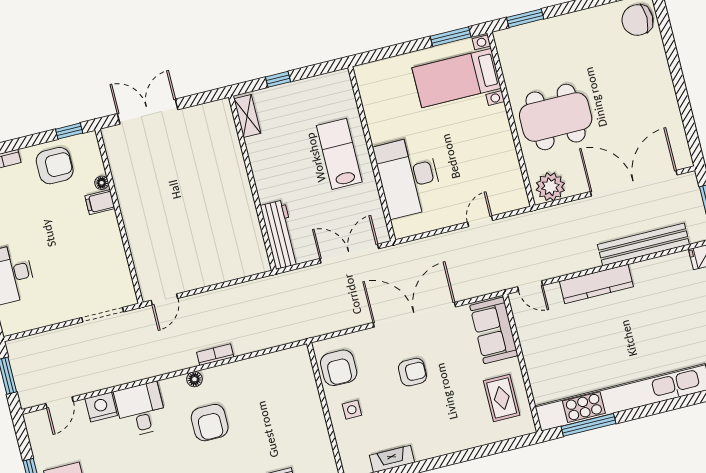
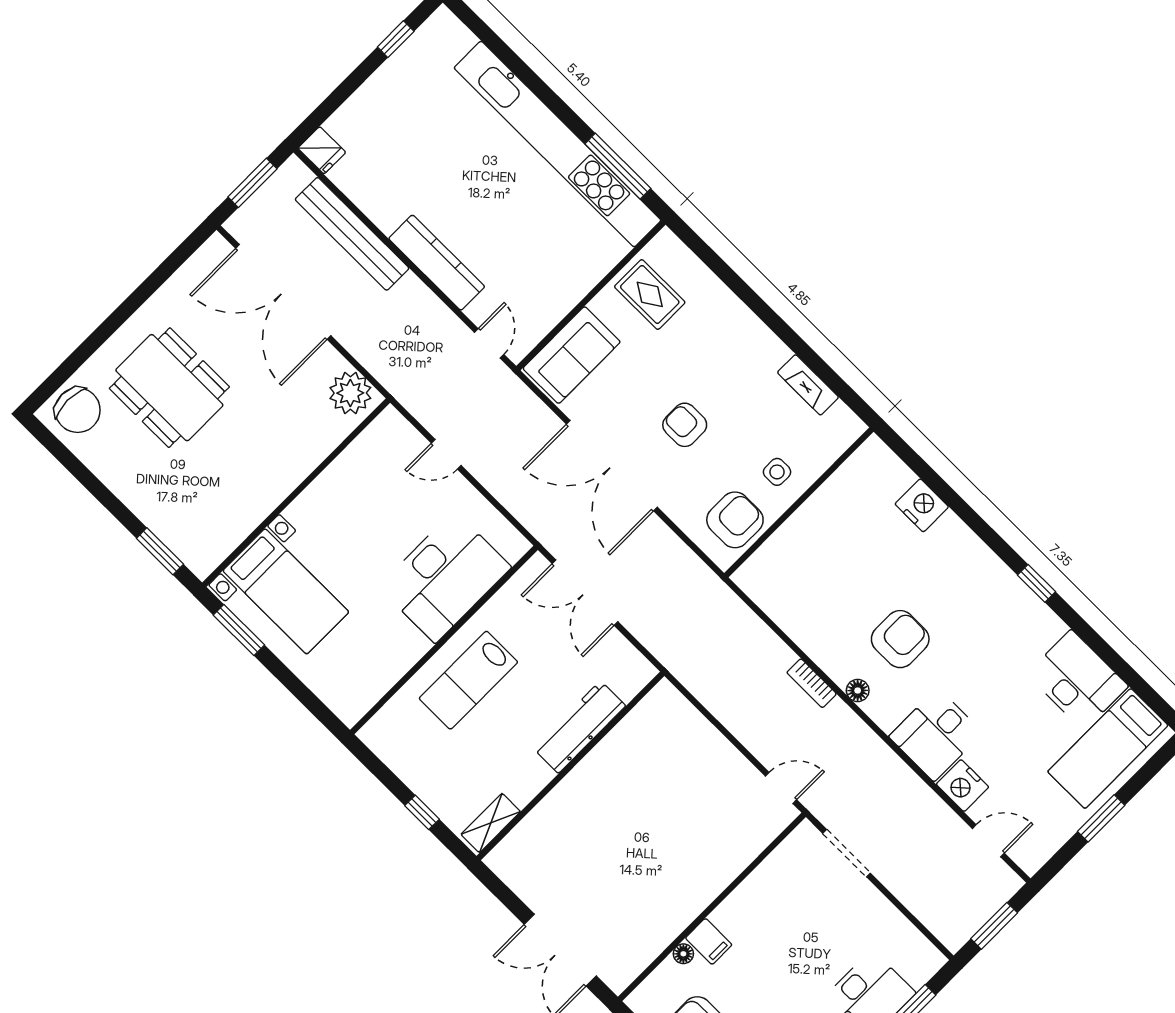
dining table: (556, 117) -> (169, 388), moved
workbench: (280, 235) -> (579, 727), moved
rug: (502, 398) -> (650, 294), turned 90

